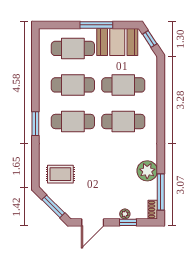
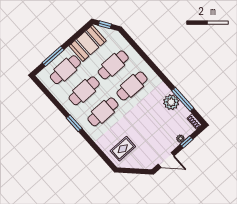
window: (96, 25) -> (53, 56), moved
window: (35, 124) -> (74, 123), moved
window: (161, 192) -> (183, 99), moved
window: (53, 206) -> (135, 171), removed
door: (93, 222) -> (166, 160), hinge flipped

